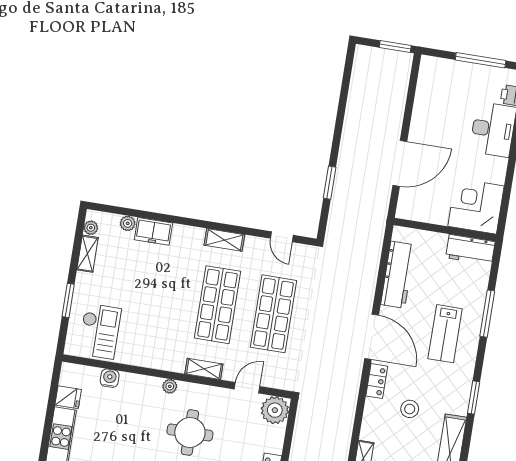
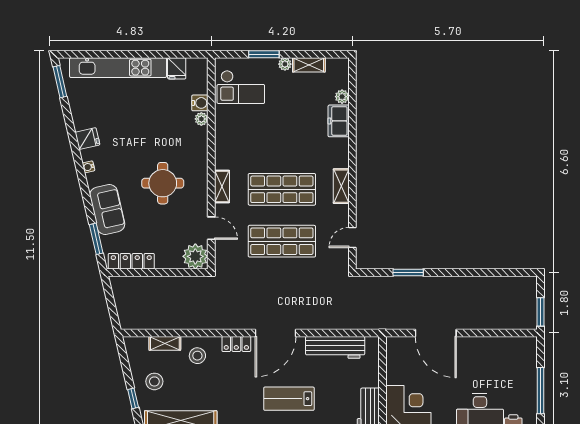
plant: (91, 228) -> (285, 64), moved
plant: (170, 386) -> (201, 119), moved
stool: (410, 409) -> (197, 356), moved

